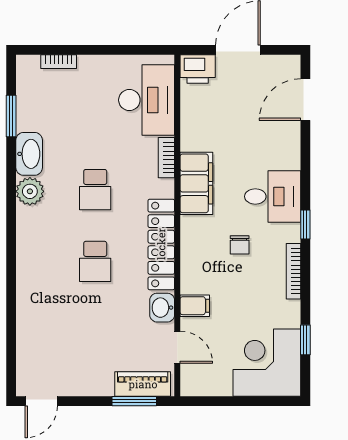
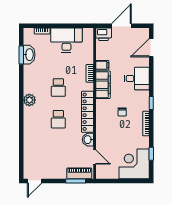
desk: (147, 100) -> (66, 40), moved, turned -90
washbasin: (29, 154) -> (29, 55), moved
plant: (30, 191) -> (29, 100), moved
desk: (273, 196) -> (137, 78), moved
filing cabinet: (195, 306) -> (102, 65), moved

